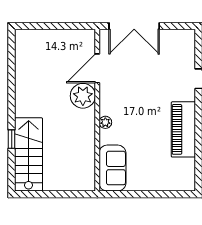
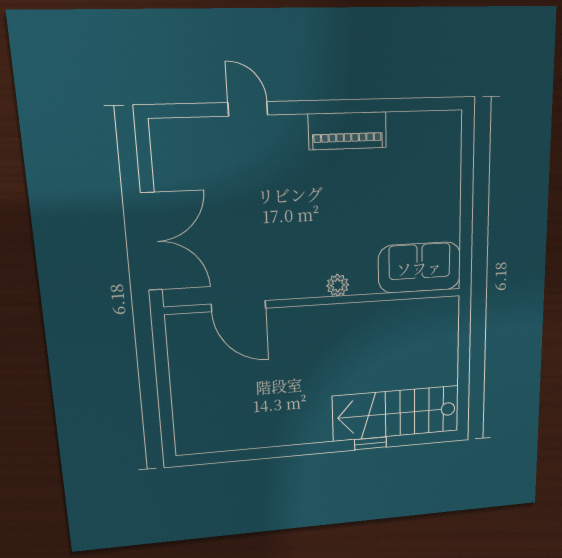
plant: (83, 96) -> (291, 329), removed
piano: (183, 129) -> (347, 131), width x0.73, depth x0.75

